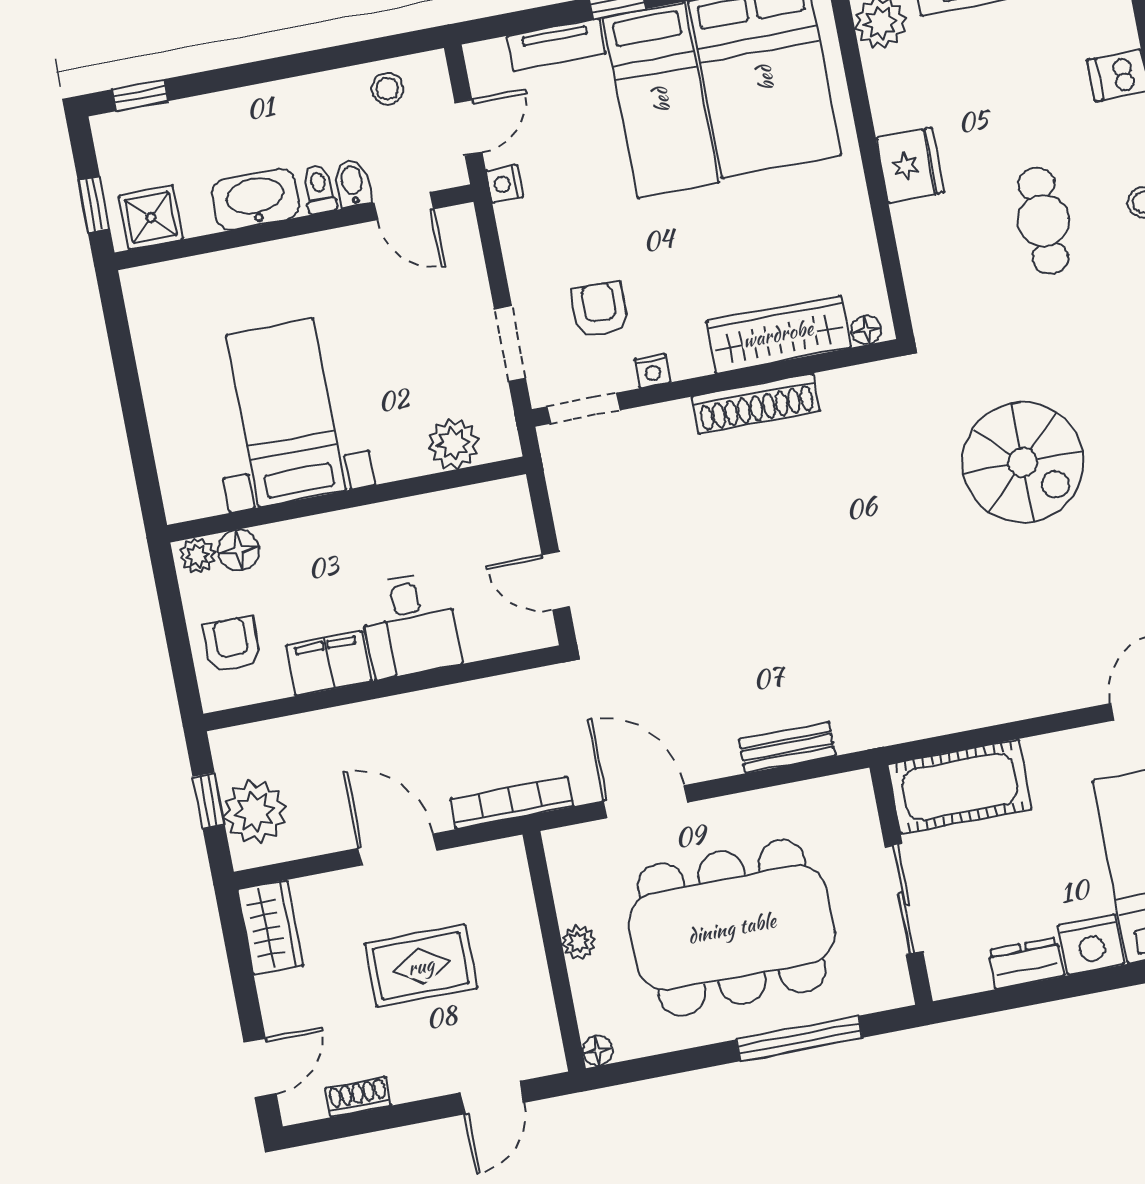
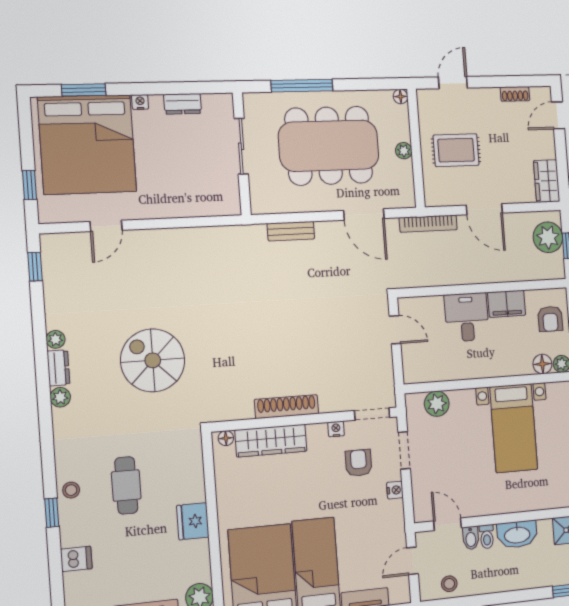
nightstand: (505, 184) -> (395, 490), moved
armchair: (600, 309) -> (359, 463), turned 180
cot: (960, 787) -> (206, 199), removed
nightstand: (1091, 945) -> (140, 102), width x0.53, depth x0.56
rug: (421, 966) -> (456, 150), moved

